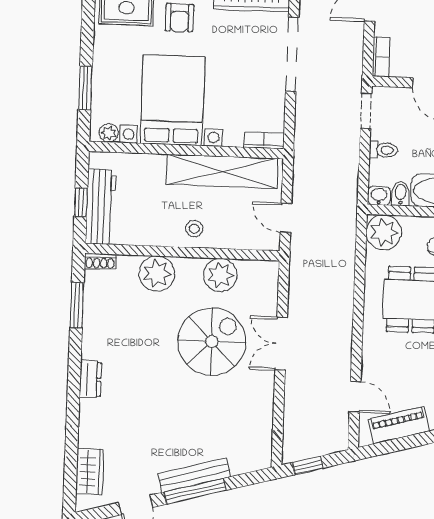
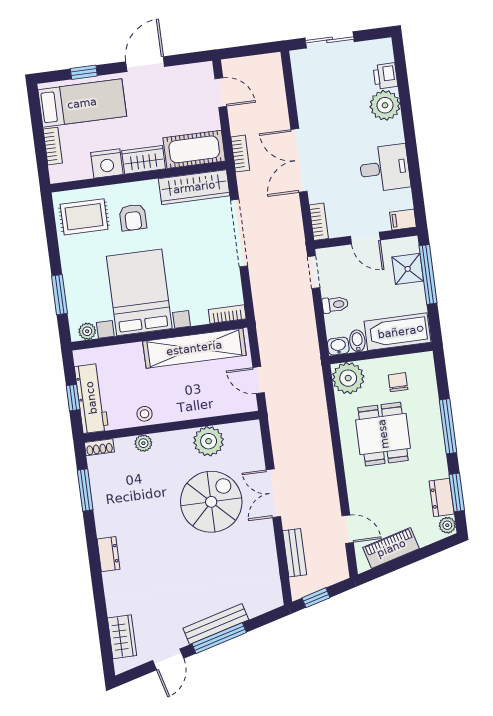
stool: (194, 229) -> (145, 414), moved
plant: (157, 274) -> (143, 443), width x0.53, depth x0.53
bench: (293, 412) -> (295, 553), added

